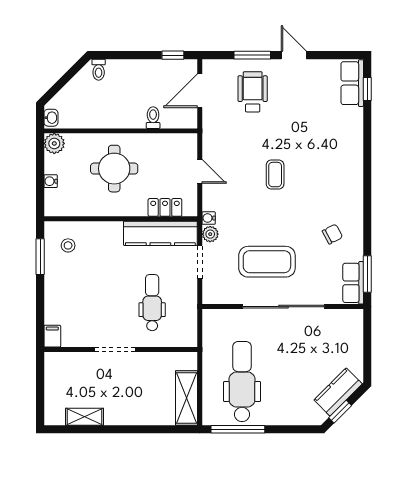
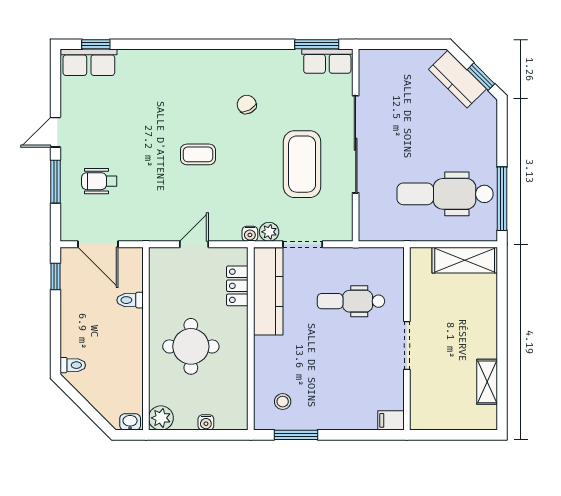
wheelchair: (253, 92) -> (99, 181), width x0.73, depth x0.73
chair: (332, 234) -> (247, 105), moved

